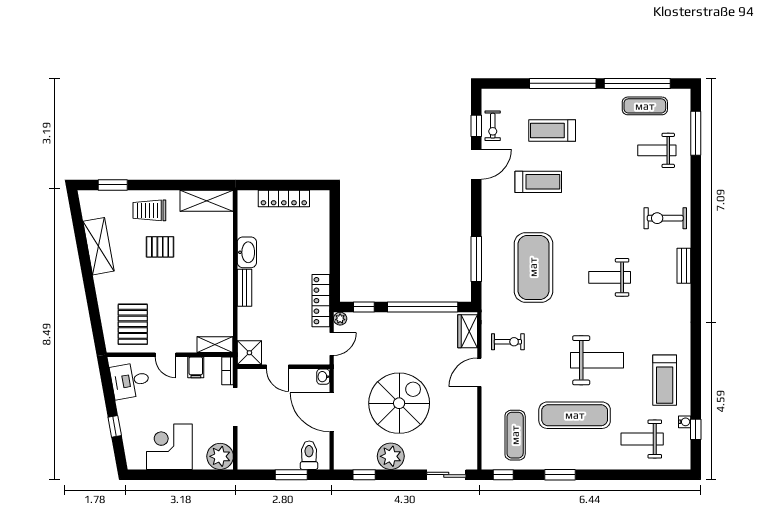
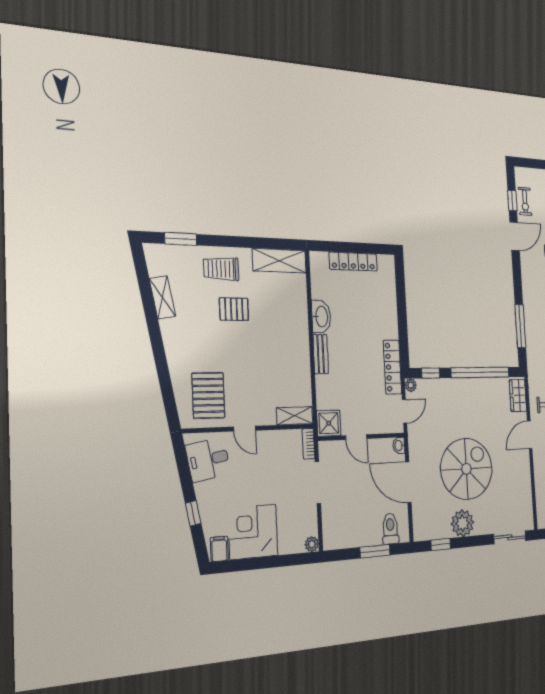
shelving: (99, 246) -> (162, 297), width x0.67, depth x0.75
filing cabinet: (196, 367) -> (219, 549), moved, turned 180
plant: (220, 456) -> (312, 544), width x0.53, depth x0.53

